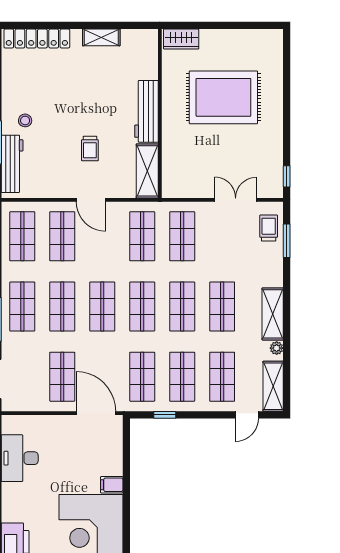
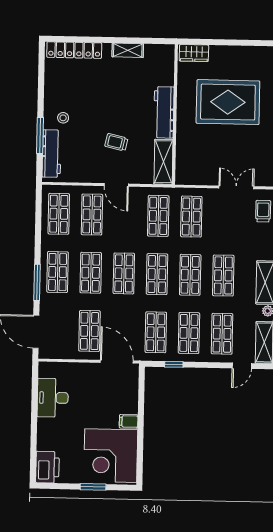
trolley: (90, 149) -> (116, 142), turned 103

